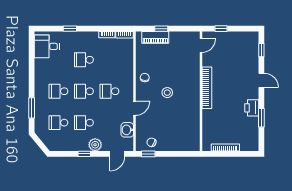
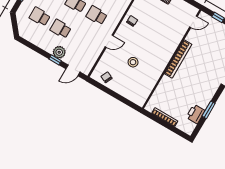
stool: (167, 93) -> (133, 62), moved
printer: (252, 108) -> (196, 114), moved
washbasin: (127, 130) -> (93, 55), removed
window: (84, 154) -> (55, 60), moved
window: (148, 154) -> (98, 85), removed

